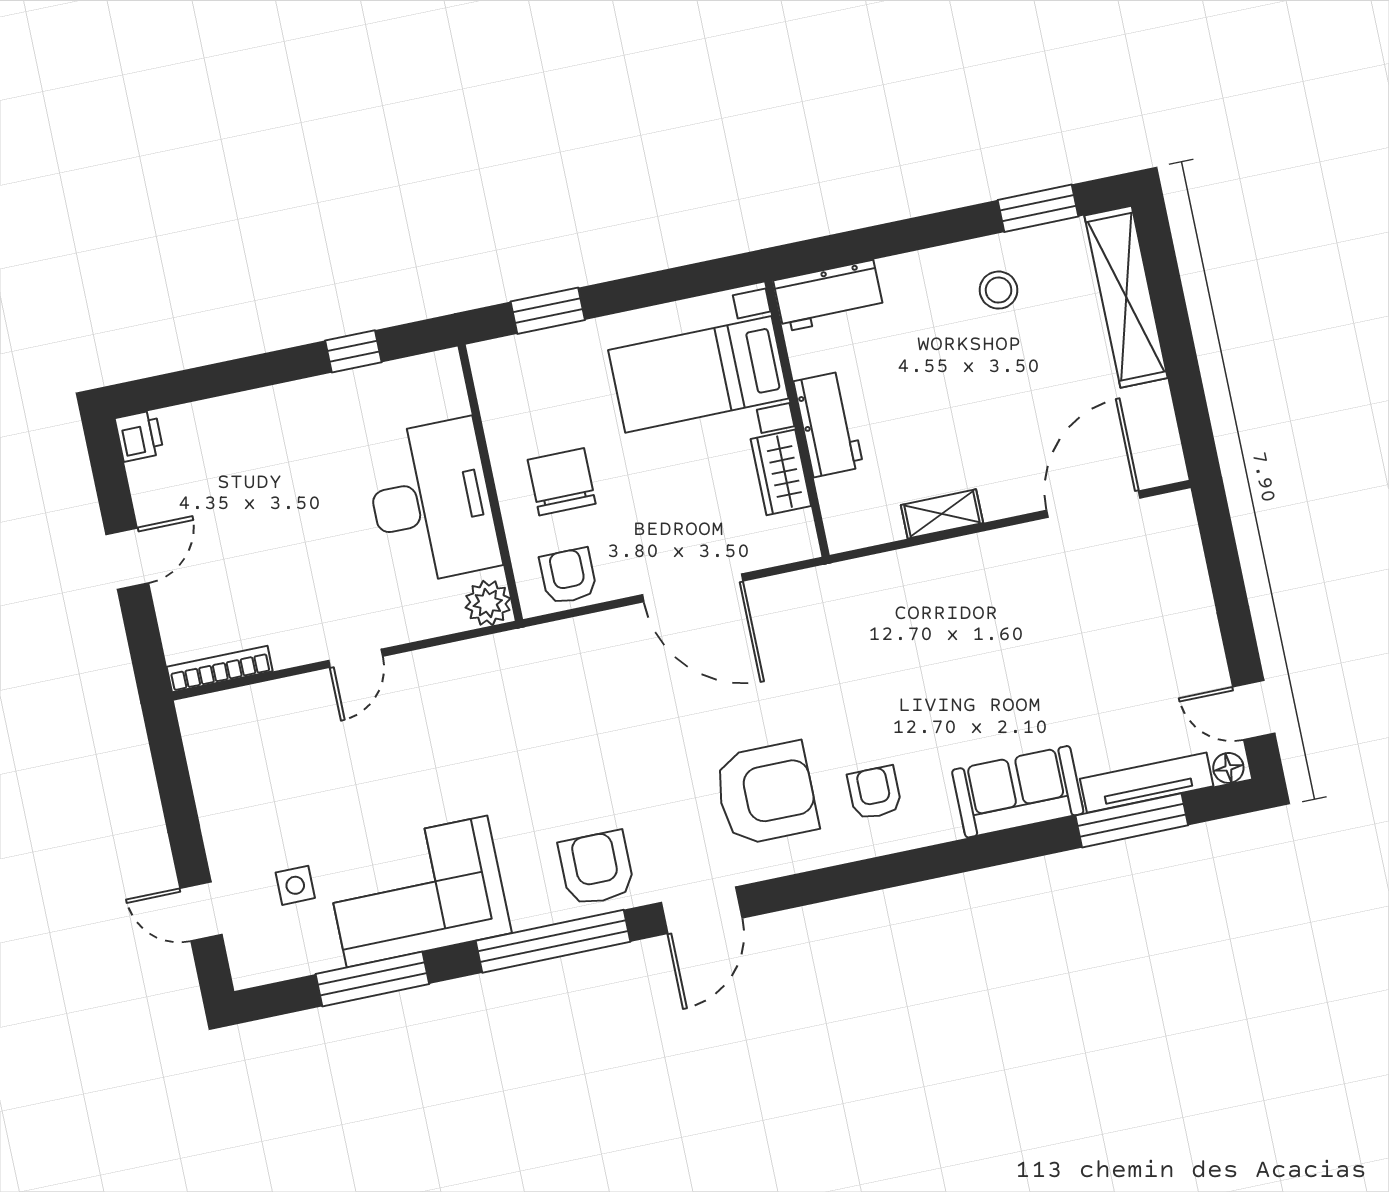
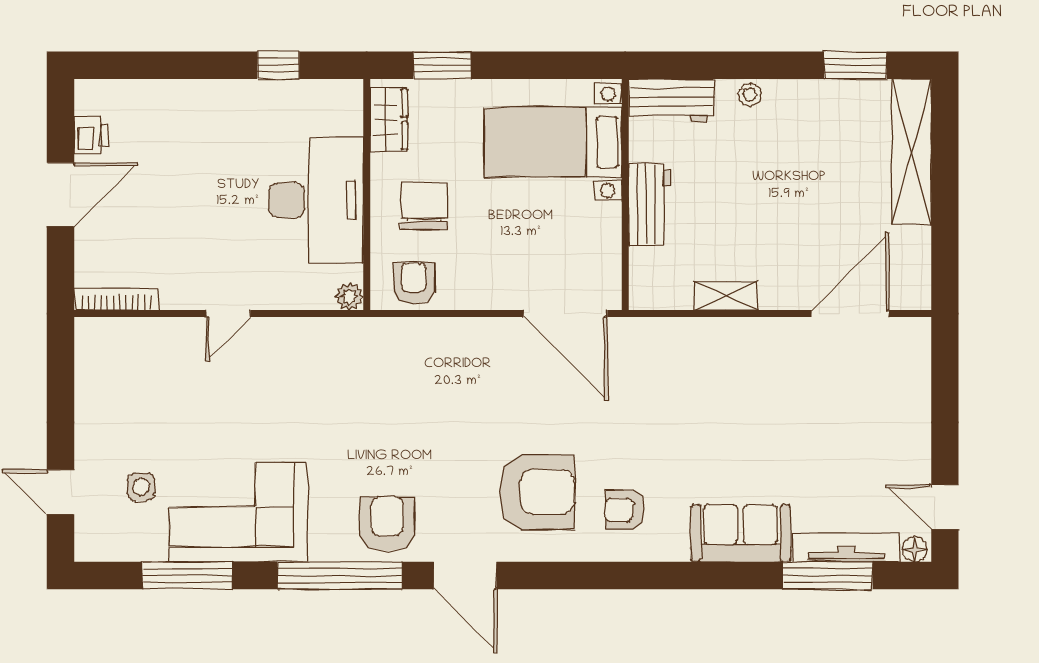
stool: (999, 290) -> (750, 94), moved, width x0.73, depth x0.73
printer: (139, 436) -> (91, 135), moved
wardrobe: (781, 472) -> (389, 120), moved, turned 180
door: (127, 559) -> (61, 195), width x1.38
door: (693, 588) -> (565, 314), moved
plant: (488, 603) -> (349, 296), width x0.73, depth x0.73
armchair: (875, 793) -> (625, 510), turned -90
door: (702, 910) -> (465, 575), hinge flipped

